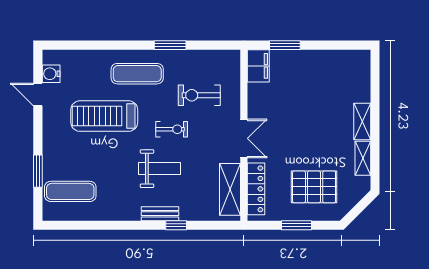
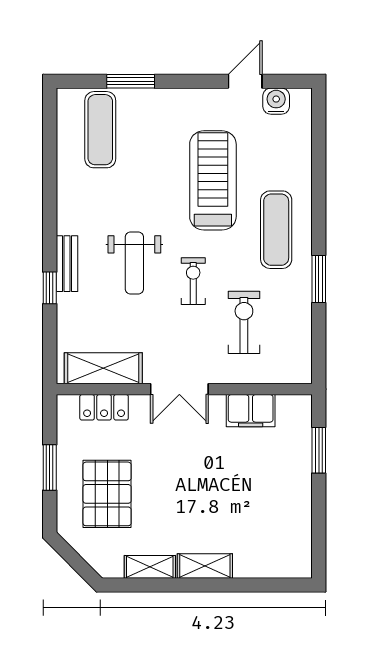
filing cabinet: (258, 66) -> (251, 411), moved
exercise bike: (172, 129) -> (193, 281), turned 180
locker: (256, 189) -> (104, 407), width x0.66

